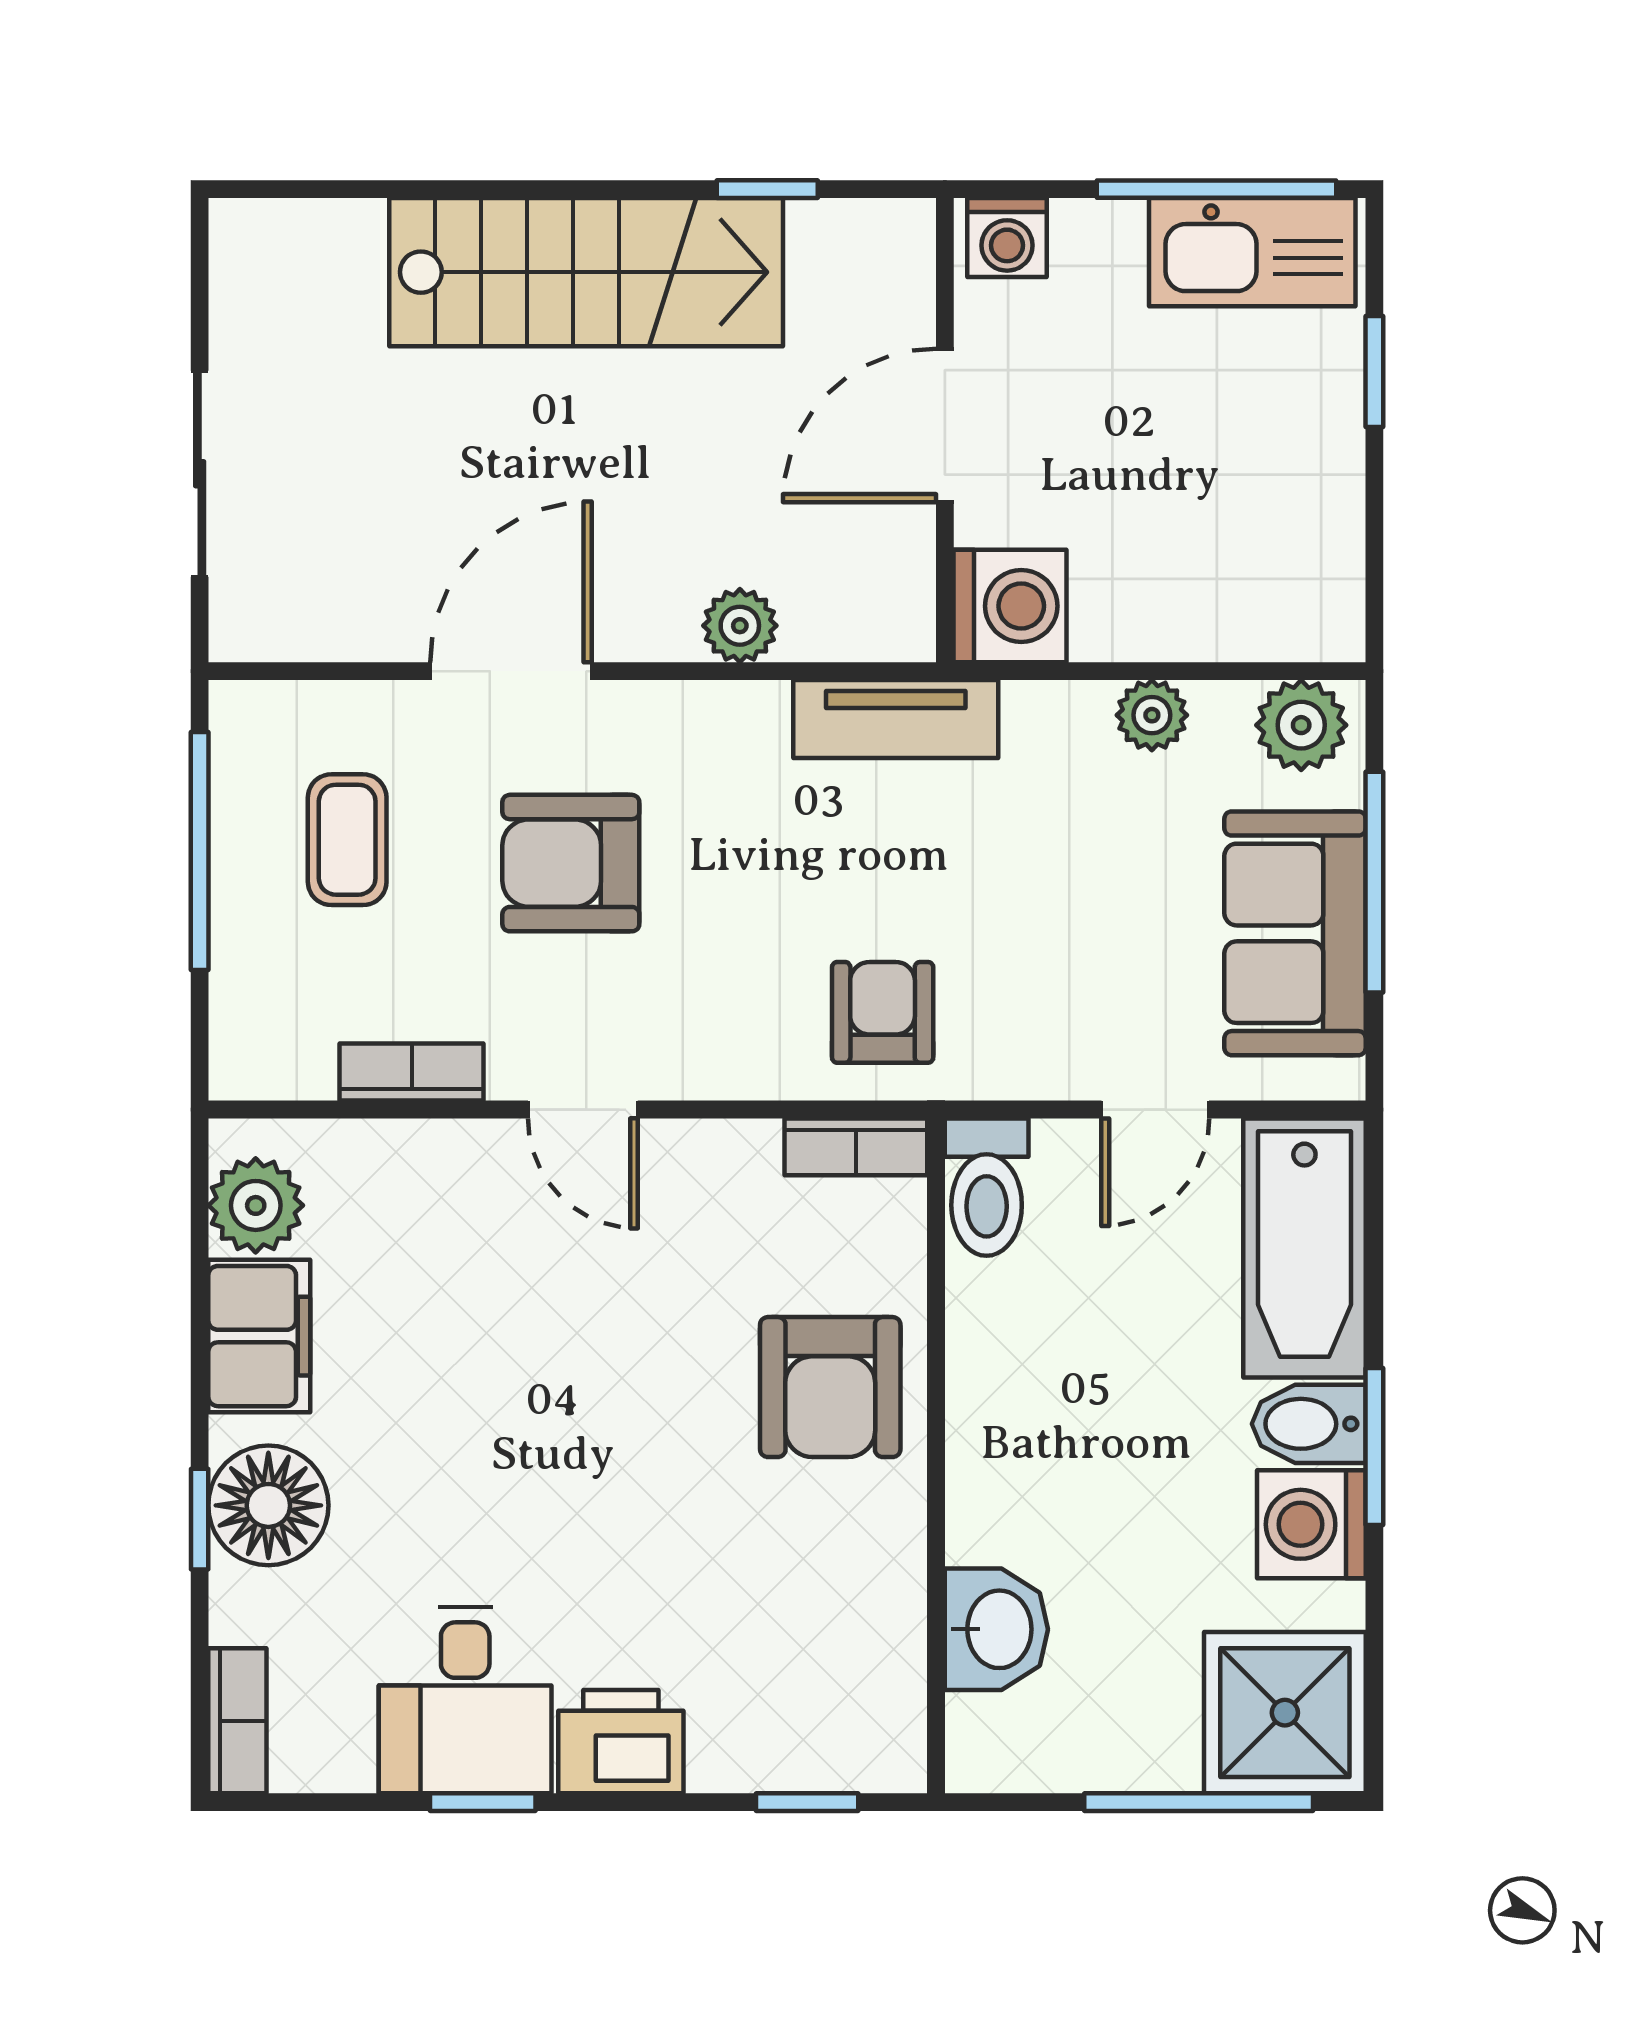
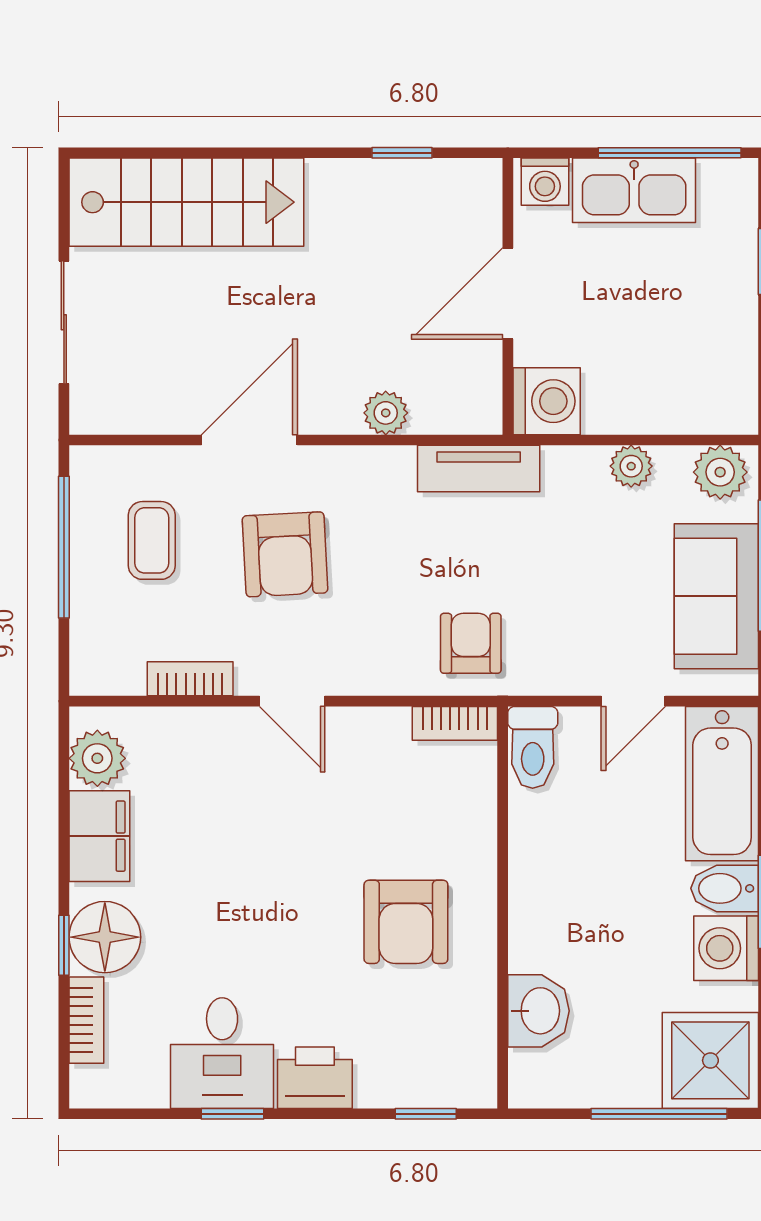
kitchen sink: (1252, 252) -> (634, 190), moved
stairs: (586, 272) -> (186, 202), moved
armchair: (571, 863) -> (285, 554), turned -93
armchair: (830, 1387) -> (406, 922), moved
bookcase: (237, 1721) -> (86, 1020), moved

